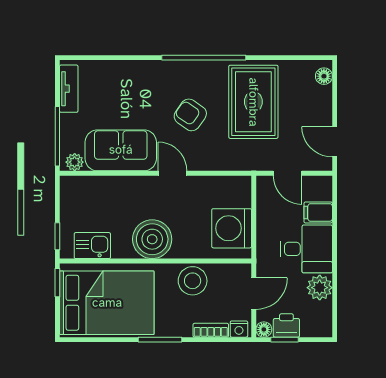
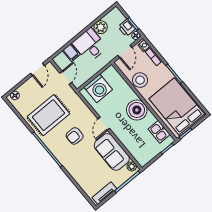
armchair: (190, 115) -> (75, 136), turned 55
washing machine: (232, 228) -> (98, 88), moved
door: (254, 294) -> (125, 51), swing flipped

